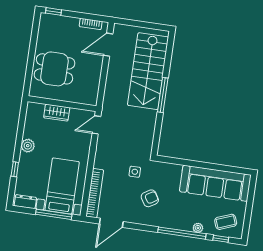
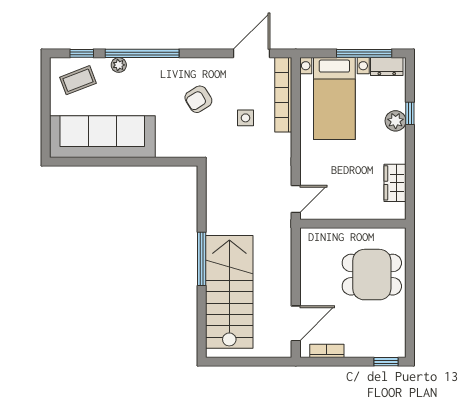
wardrobe: (57, 113) -> (395, 183), moved, turned -90
plant: (28, 146) -> (396, 121), moved
side table: (135, 172) -> (246, 118), moved
window: (54, 214) -> (364, 53), moved

